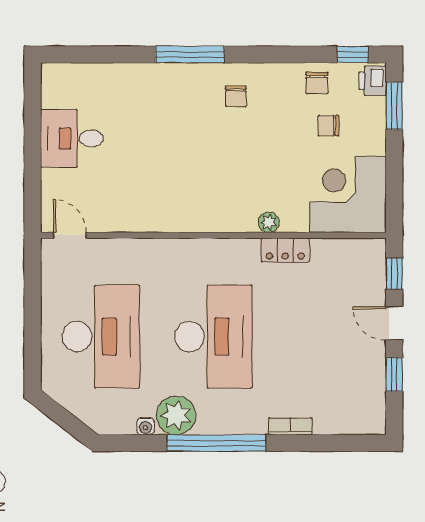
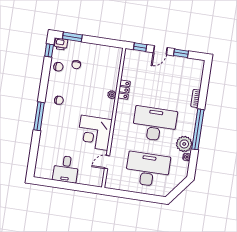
corner desk: (348, 194) -> (94, 133), moved
door: (70, 235) -> (107, 162), moved

